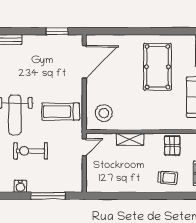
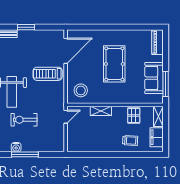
window: (57, 31) -> (26, 27), moved
pool table: (158, 67) -> (114, 64), moved
treadmill: (61, 112) -> (48, 74), moved
window: (48, 196) -> (25, 154), moved

